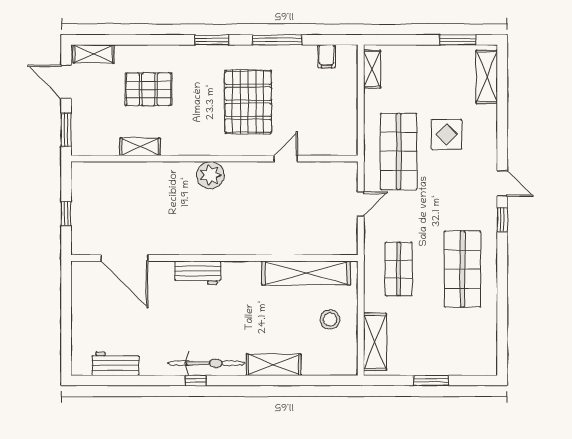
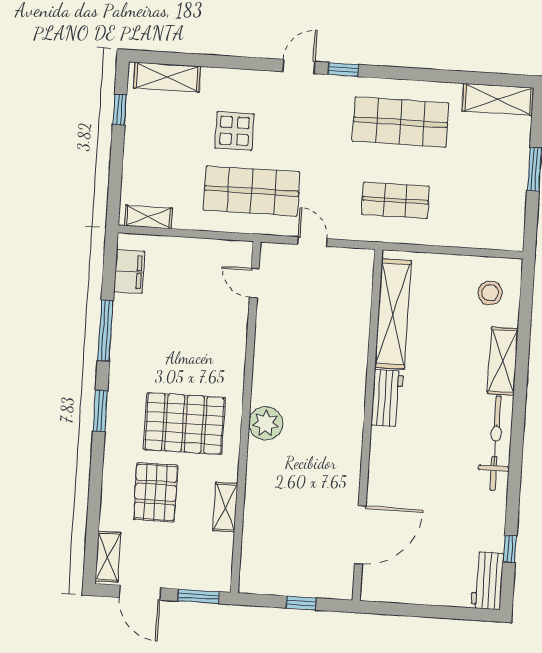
window: (458, 40) -> (120, 110), width x0.67
filing cabinet: (327, 56) -> (129, 272), width x2.00
door: (66, 82) -> (140, 593), hinge flipped
pallet: (248, 102) -> (184, 424), moved
door: (286, 159) -> (254, 283), moved
workbench: (198, 273) -> (387, 398), moved
stool: (330, 319) -> (490, 293), moved
shelving: (375, 342) -> (498, 99), moved
workbench: (115, 364) -> (487, 581), moved
window: (195, 380) -> (510, 549), moved

